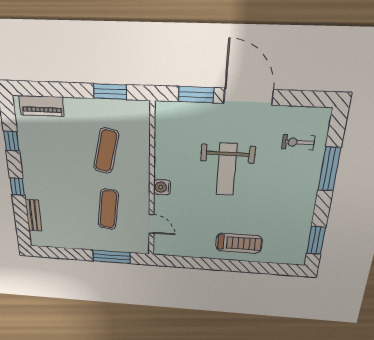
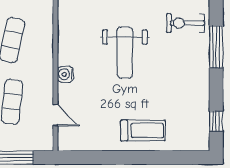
exercise bike: (298, 142) -> (186, 23), width x1.38, depth x1.39
window: (316, 240) -> (216, 121), width x0.67

